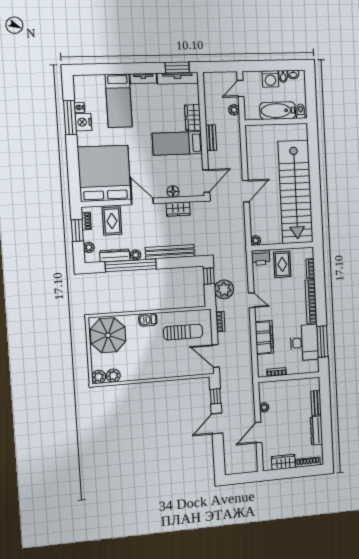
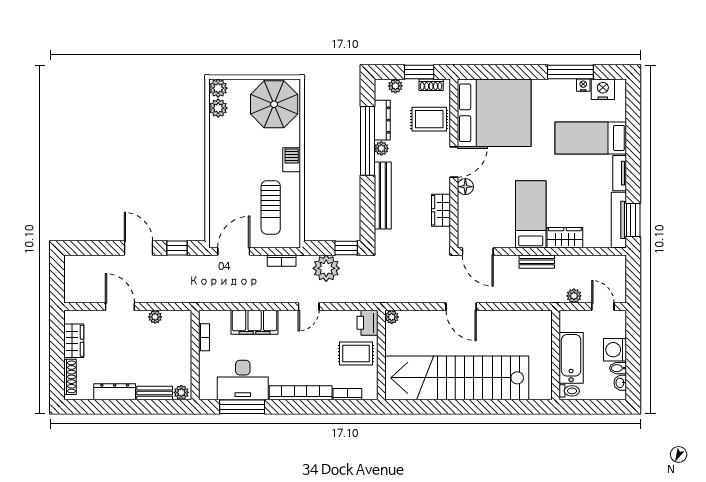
nightstand: (83, 122) -> (603, 89), moved
floor lamp: (173, 192) -> (465, 187), moved
plant: (315, 385) -> (181, 392), added

